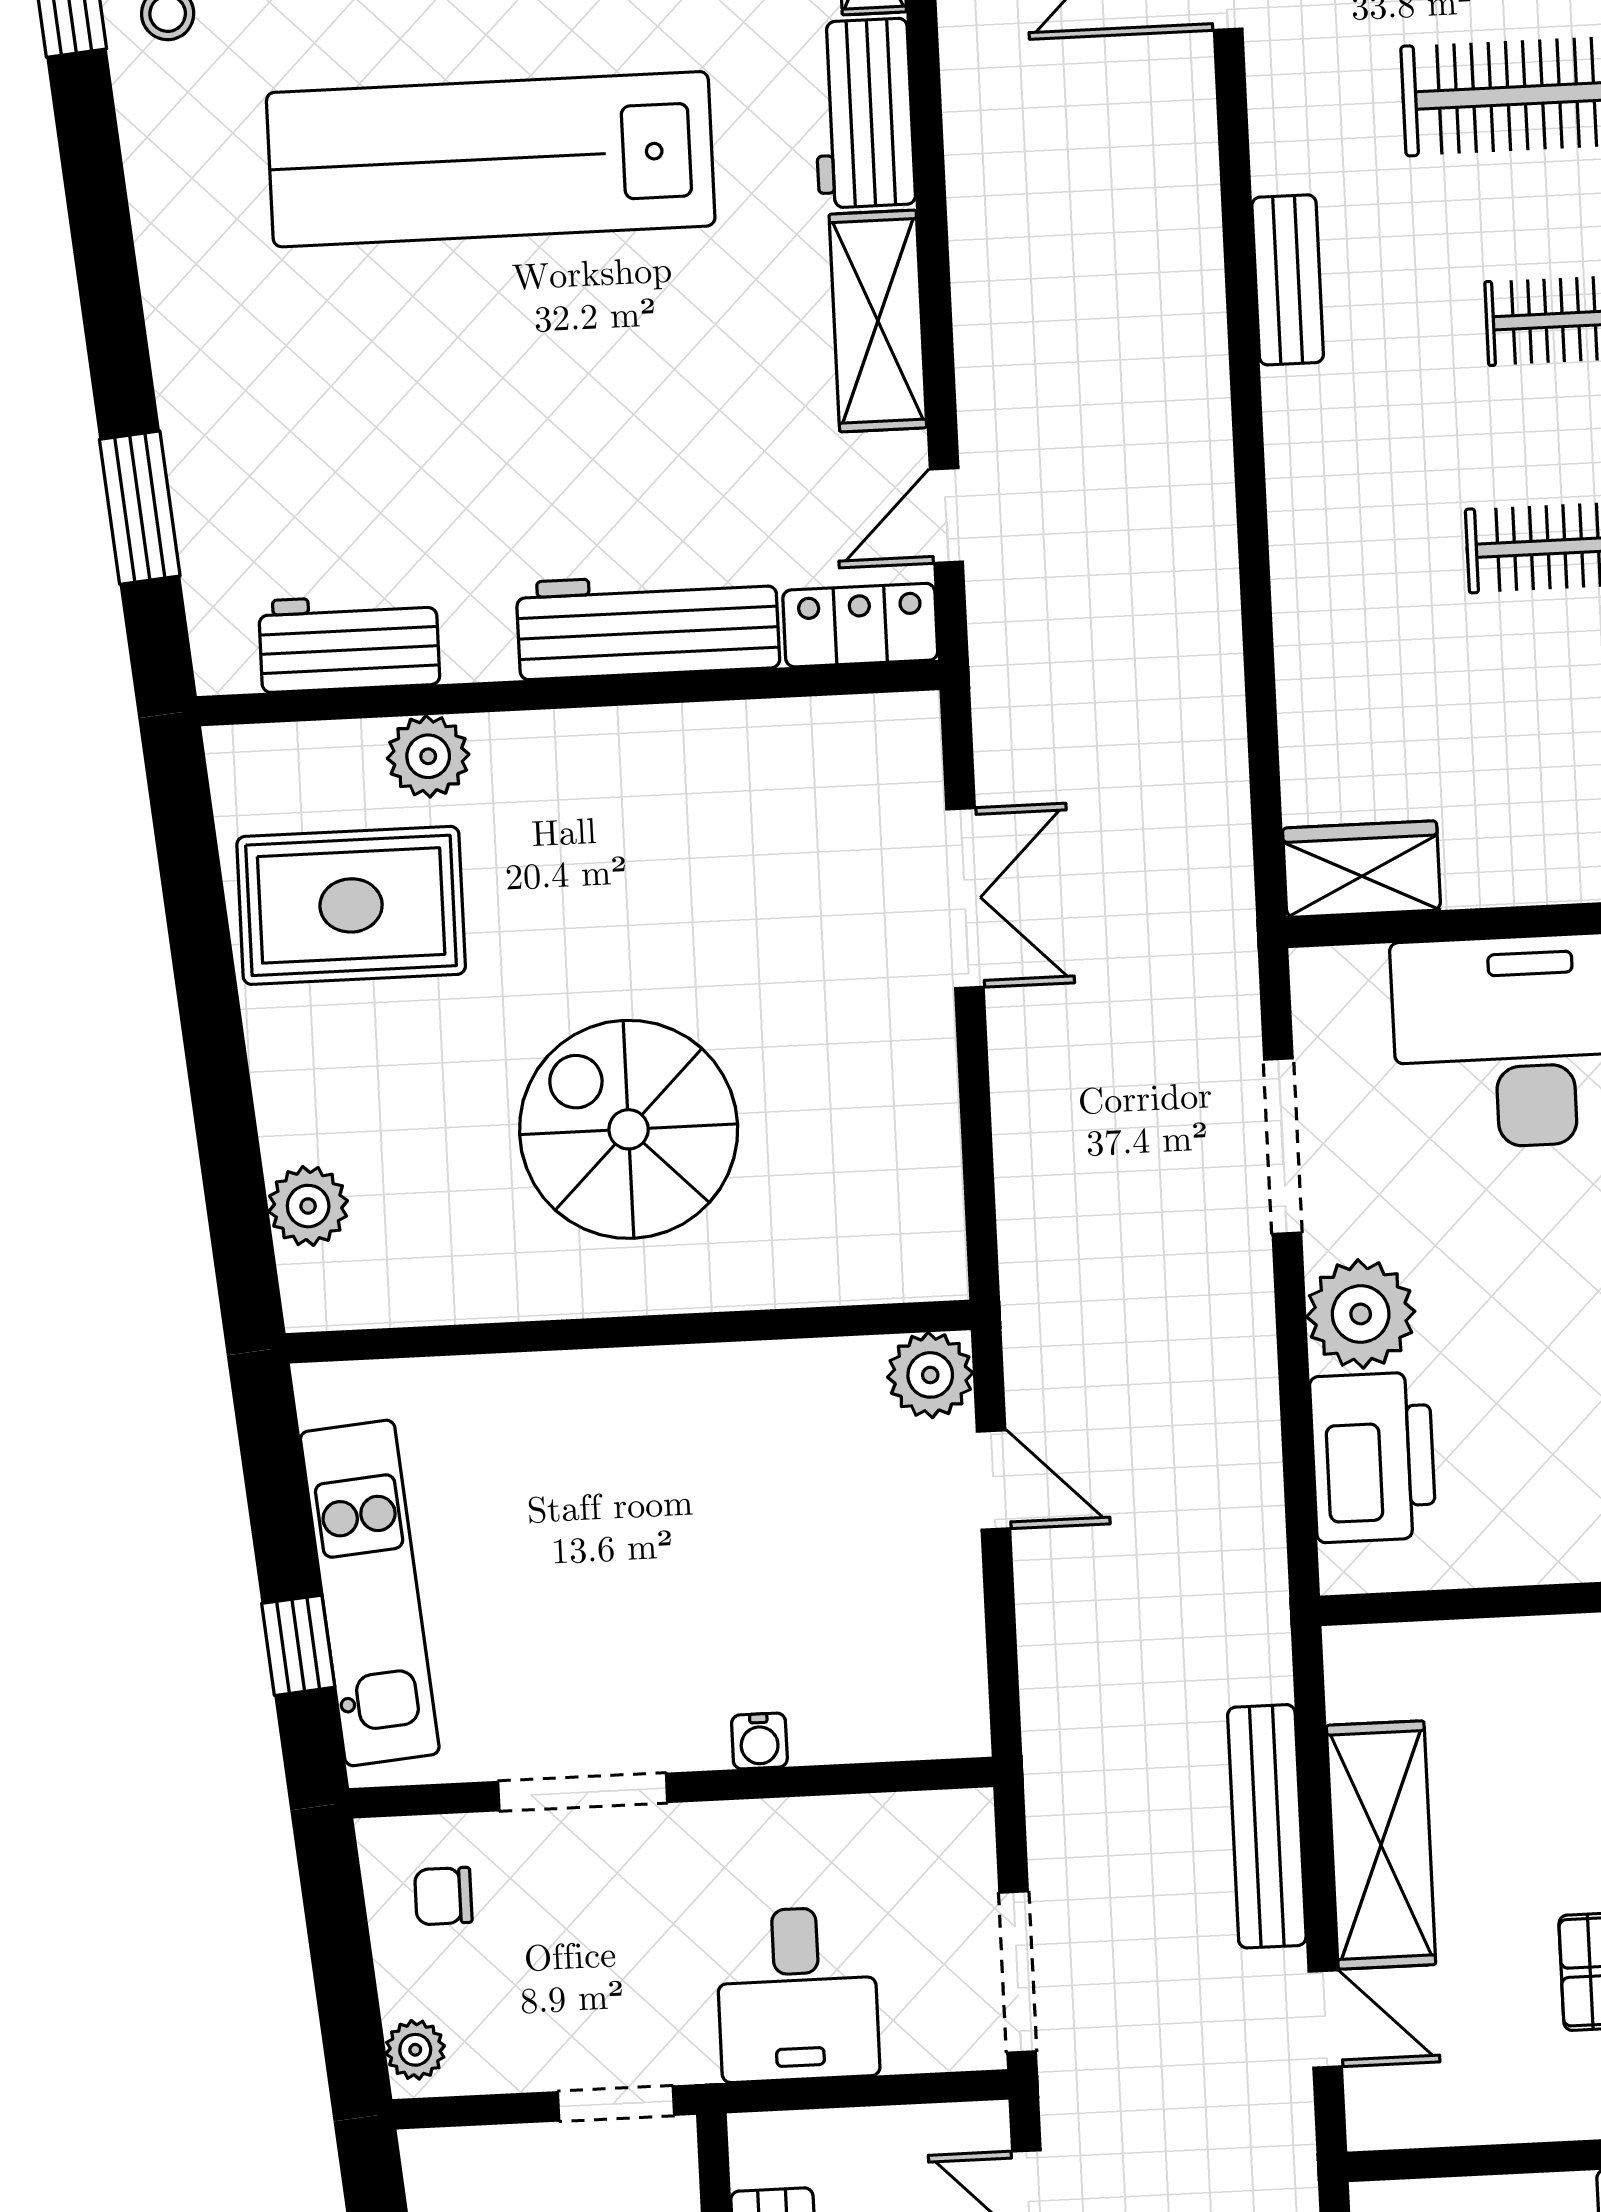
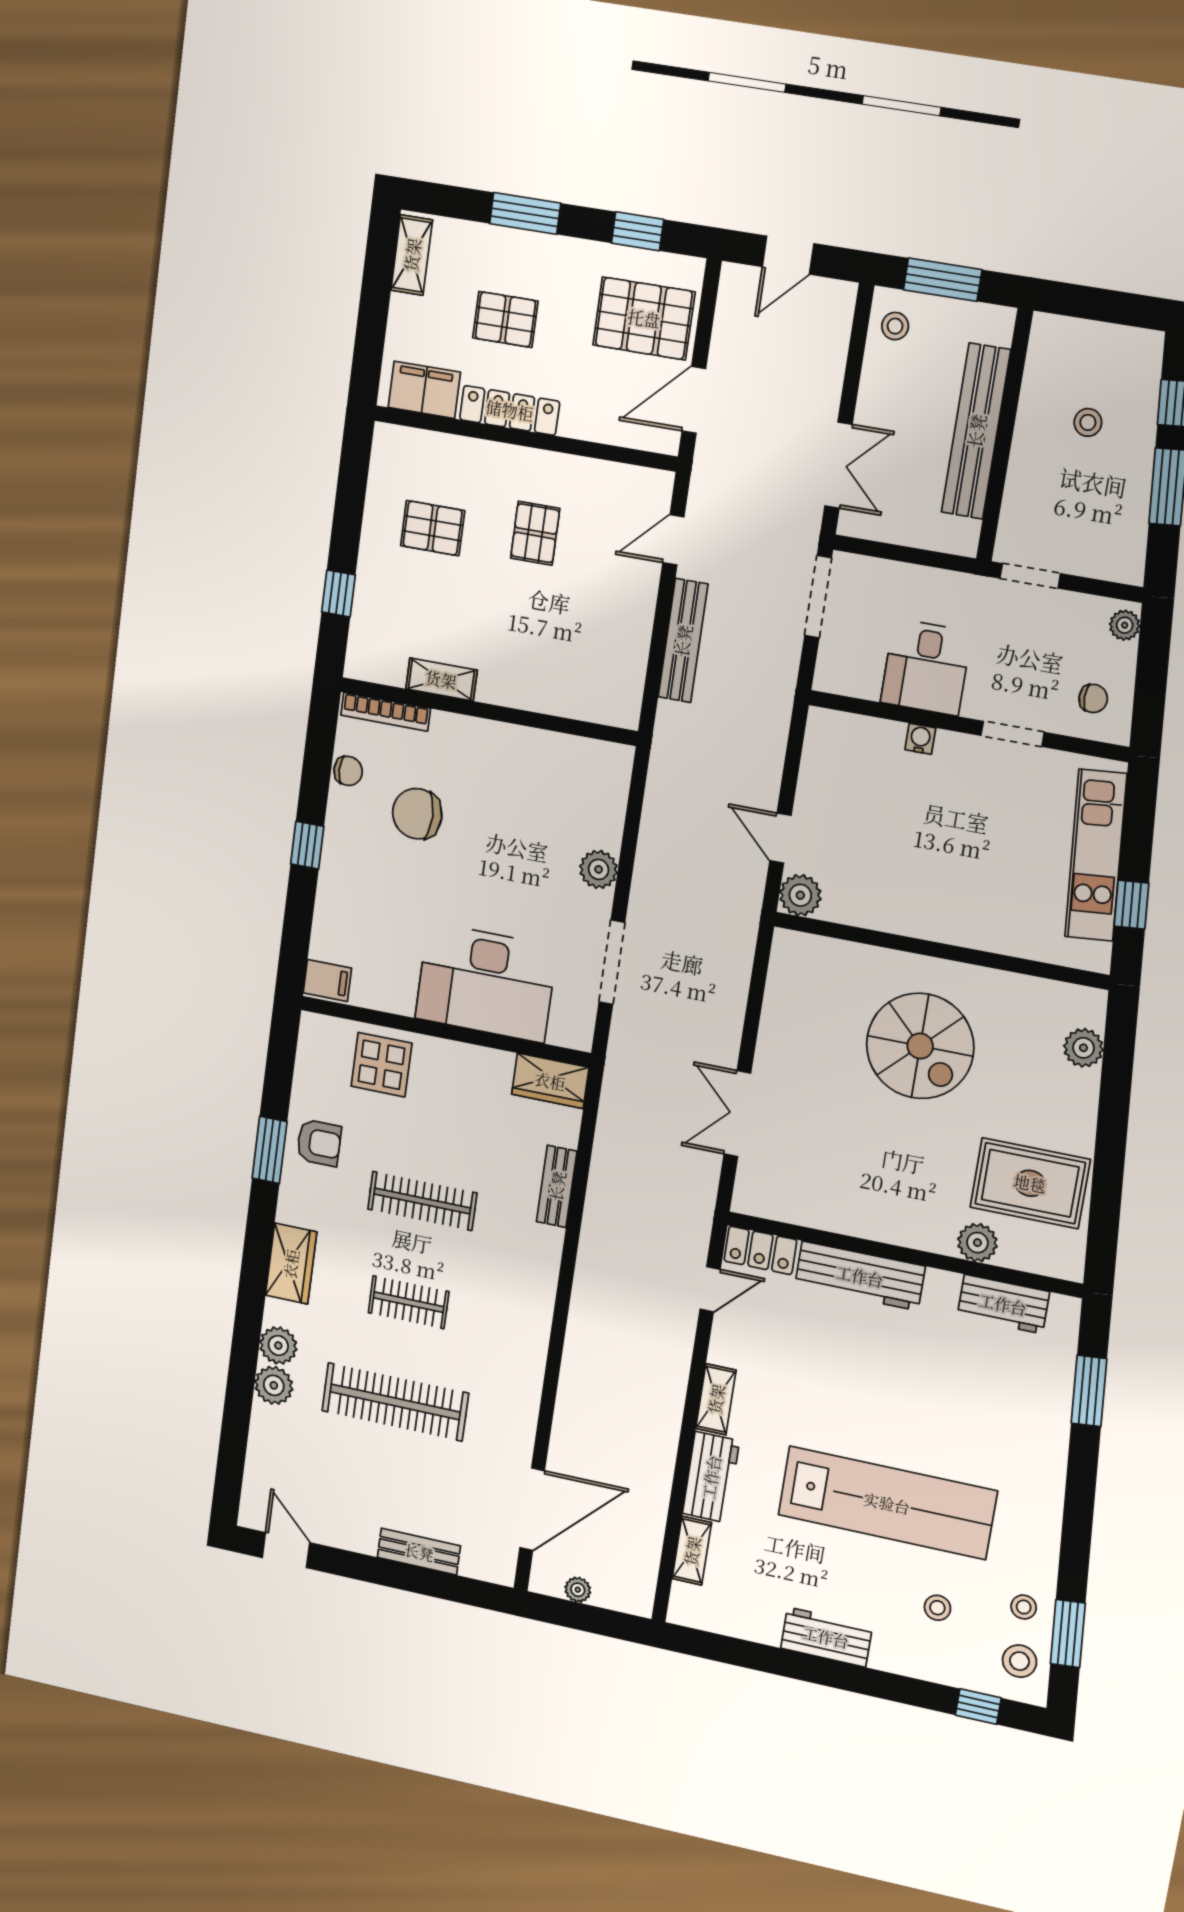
bench: (1288, 280) -> (557, 1186), moved
shelving: (878, 321) -> (716, 1399), width x0.67, depth x0.75
plant: (1361, 1314) -> (599, 869), width x0.73, depth x0.73
printer: (1373, 1457) -> (598, 806), removed
window: (298, 1645) -> (1131, 905), moved
doorway: (583, 1792) -> (1013, 734), width x0.73
shelving: (1381, 1845) -> (630, 619), removed
desk: (797, 1994) -> (926, 667), moved, turned 180
door: (1325, 2019) -> (673, 540), hinge flipped

